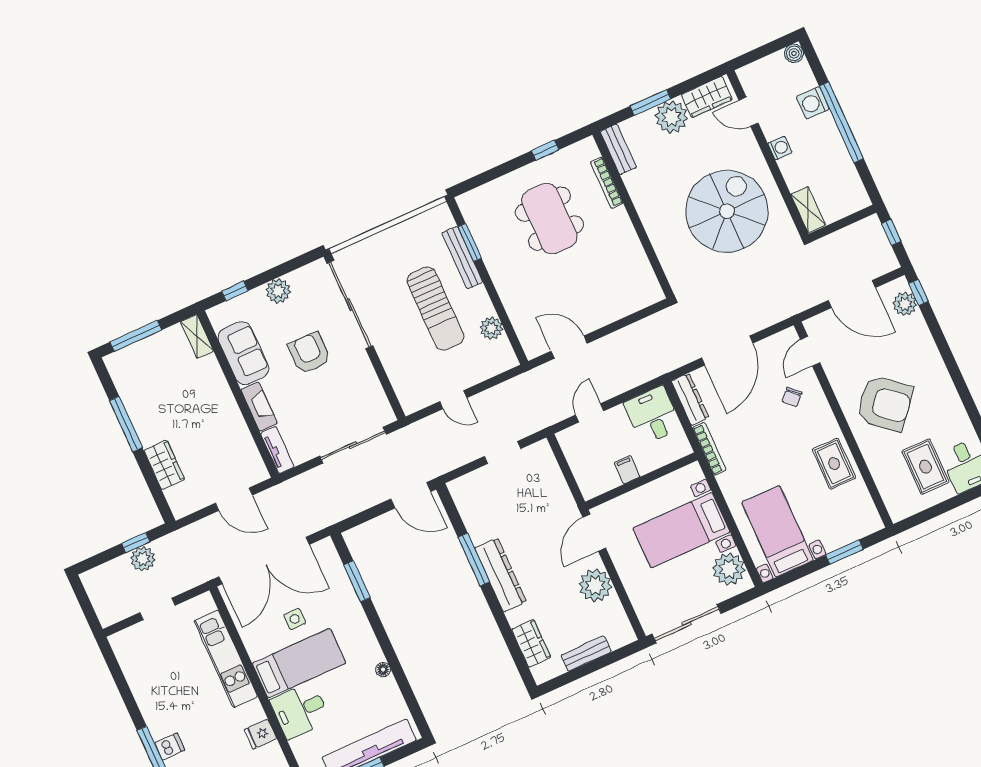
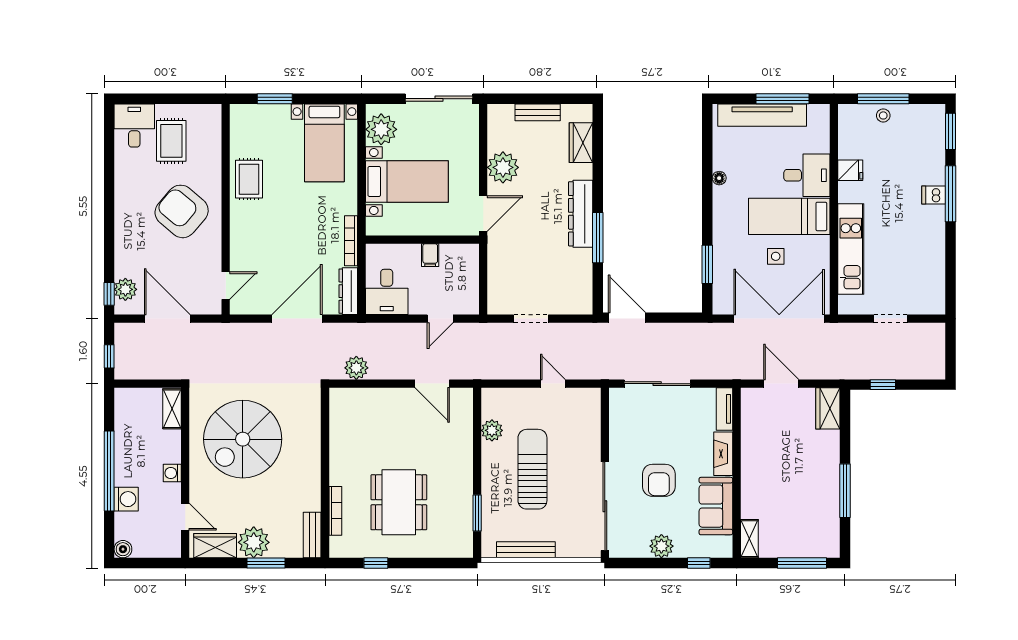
bench: (462, 258) -> (526, 550), moved, turned 90
chair: (792, 397) -> (259, 253), removed
wardrobe: (164, 465) -> (828, 408), moved
plant: (143, 559) -> (356, 368), moved

